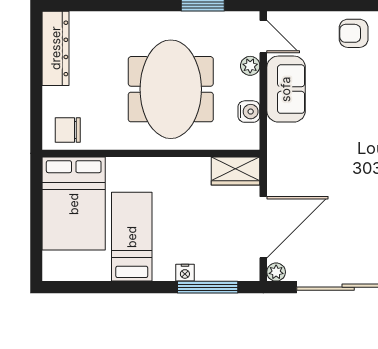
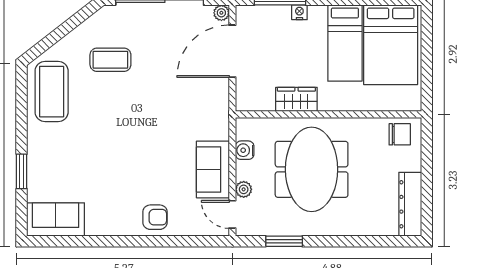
wardrobe: (236, 171) -> (296, 99), moved
bed: (74, 204) -> (391, 45), moved, turned 180

